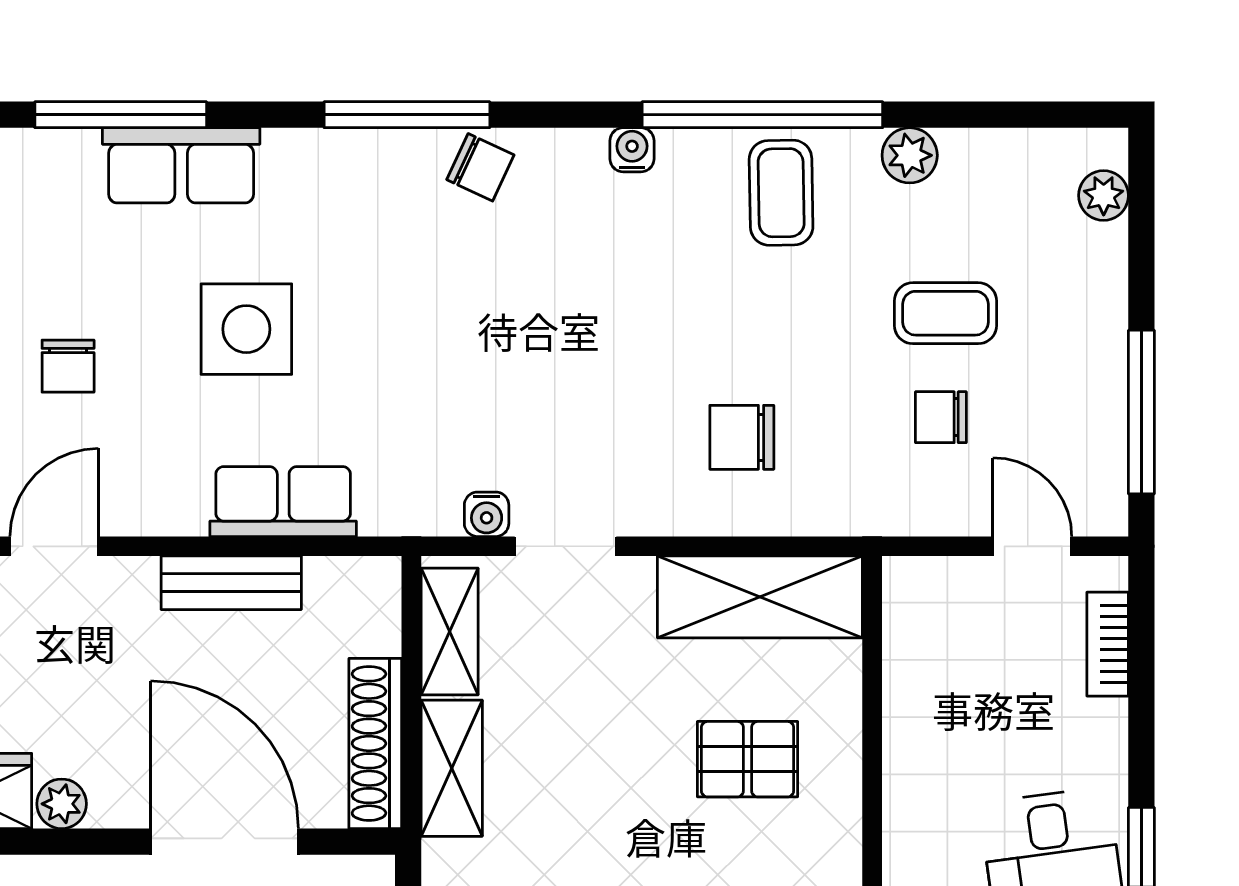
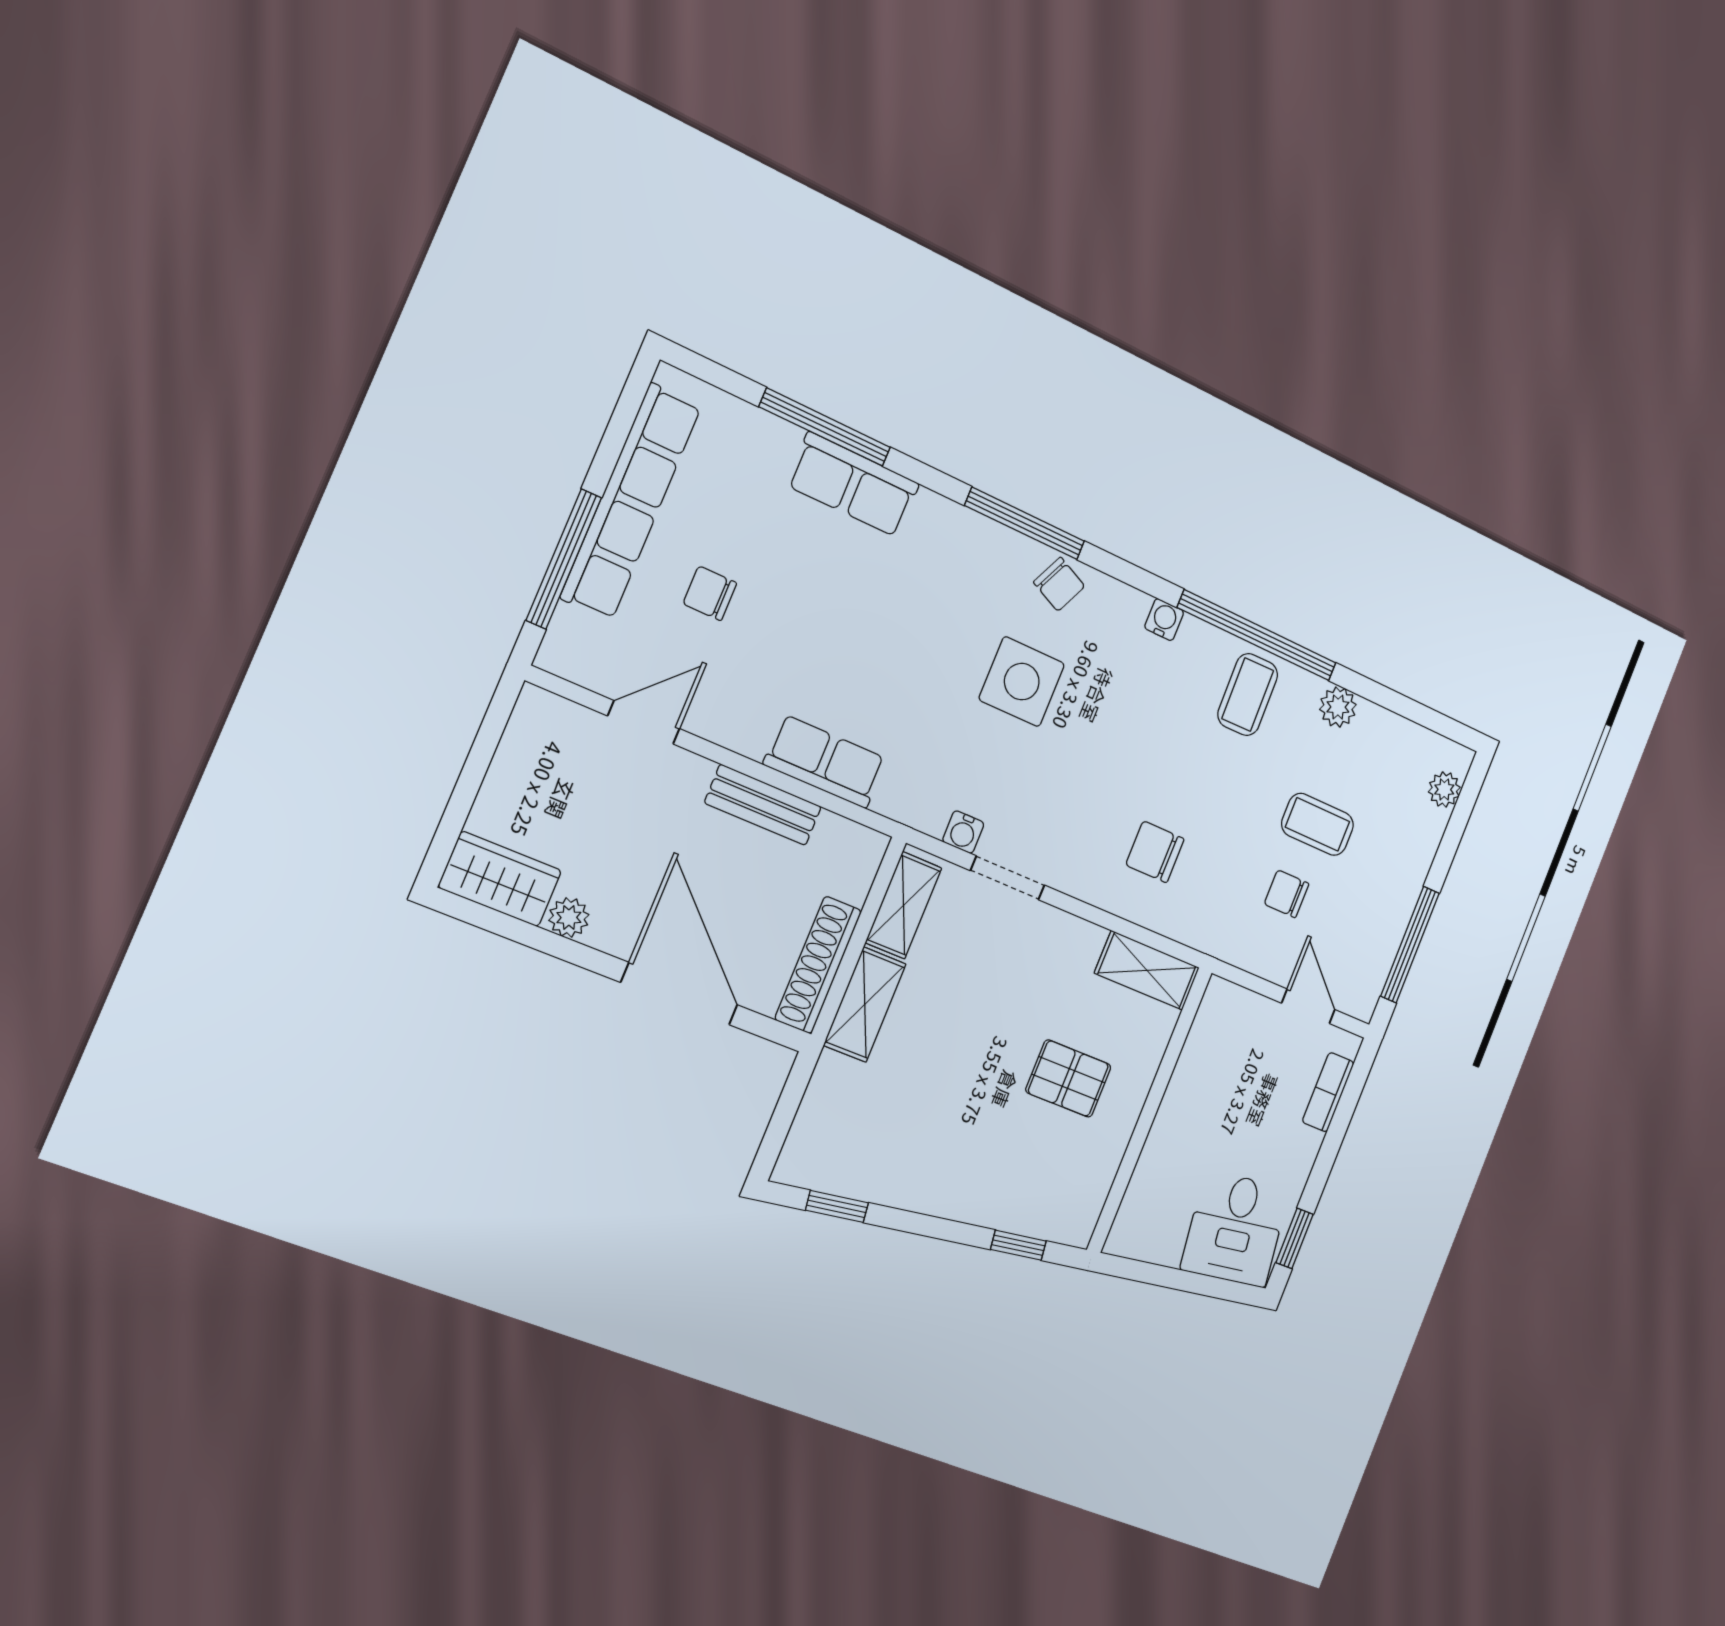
side table: (246, 329) -> (1022, 682), moved
chair: (68, 366) -> (710, 593), turned 90
shelving: (760, 597) -> (1147, 970), width x0.67, depth x0.75

